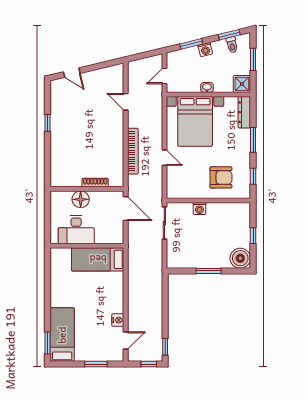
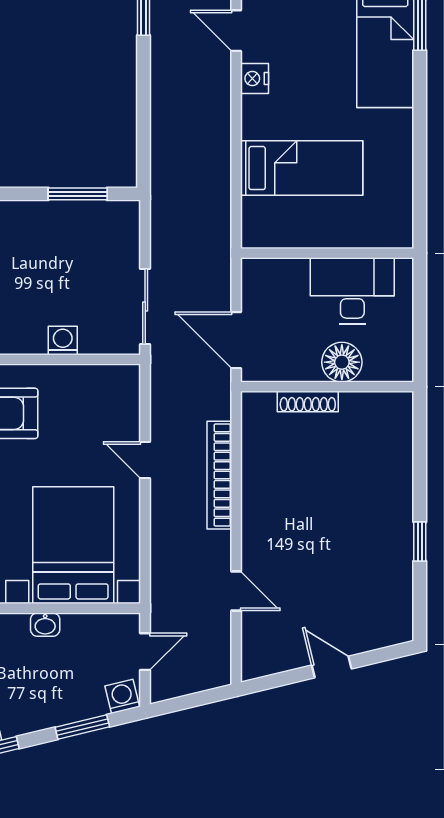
washing machine: (205, 49) -> (122, 696), moved
door: (72, 73) -> (332, 667), moved
bed: (98, 259) -> (302, 168), moved
window: (209, 271) -> (78, 194), moved
door: (126, 341) -> (236, 31), hinge flipped

